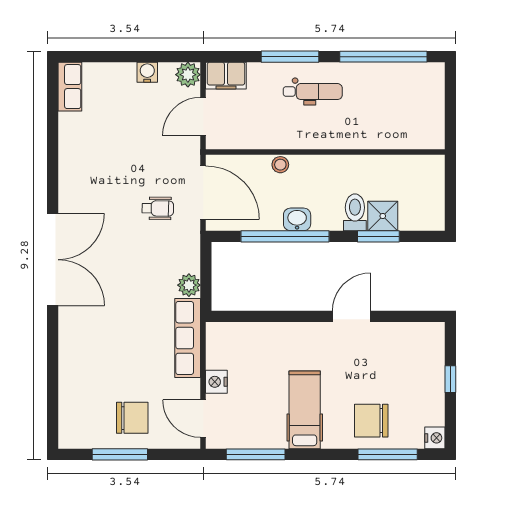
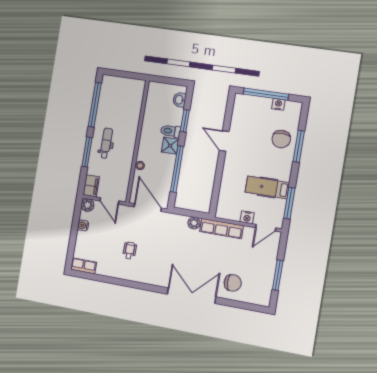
door: (203, 193) -> (148, 207), hinge flipped
wheelchair: (158, 208) -> (130, 250), moved
shower: (383, 216) -> (170, 146), moved
washbasin: (297, 219) -> (179, 100), moved
double door: (53, 260) -> (192, 296), moved
window: (450, 379) -> (266, 94), width x3.17
hospital bed: (305, 410) -> (267, 187), moved
chair: (132, 418) -> (233, 283), moved, turned 89
nightstand: (435, 438) -> (278, 104), moved
window: (388, 454) -> (299, 146), moved

